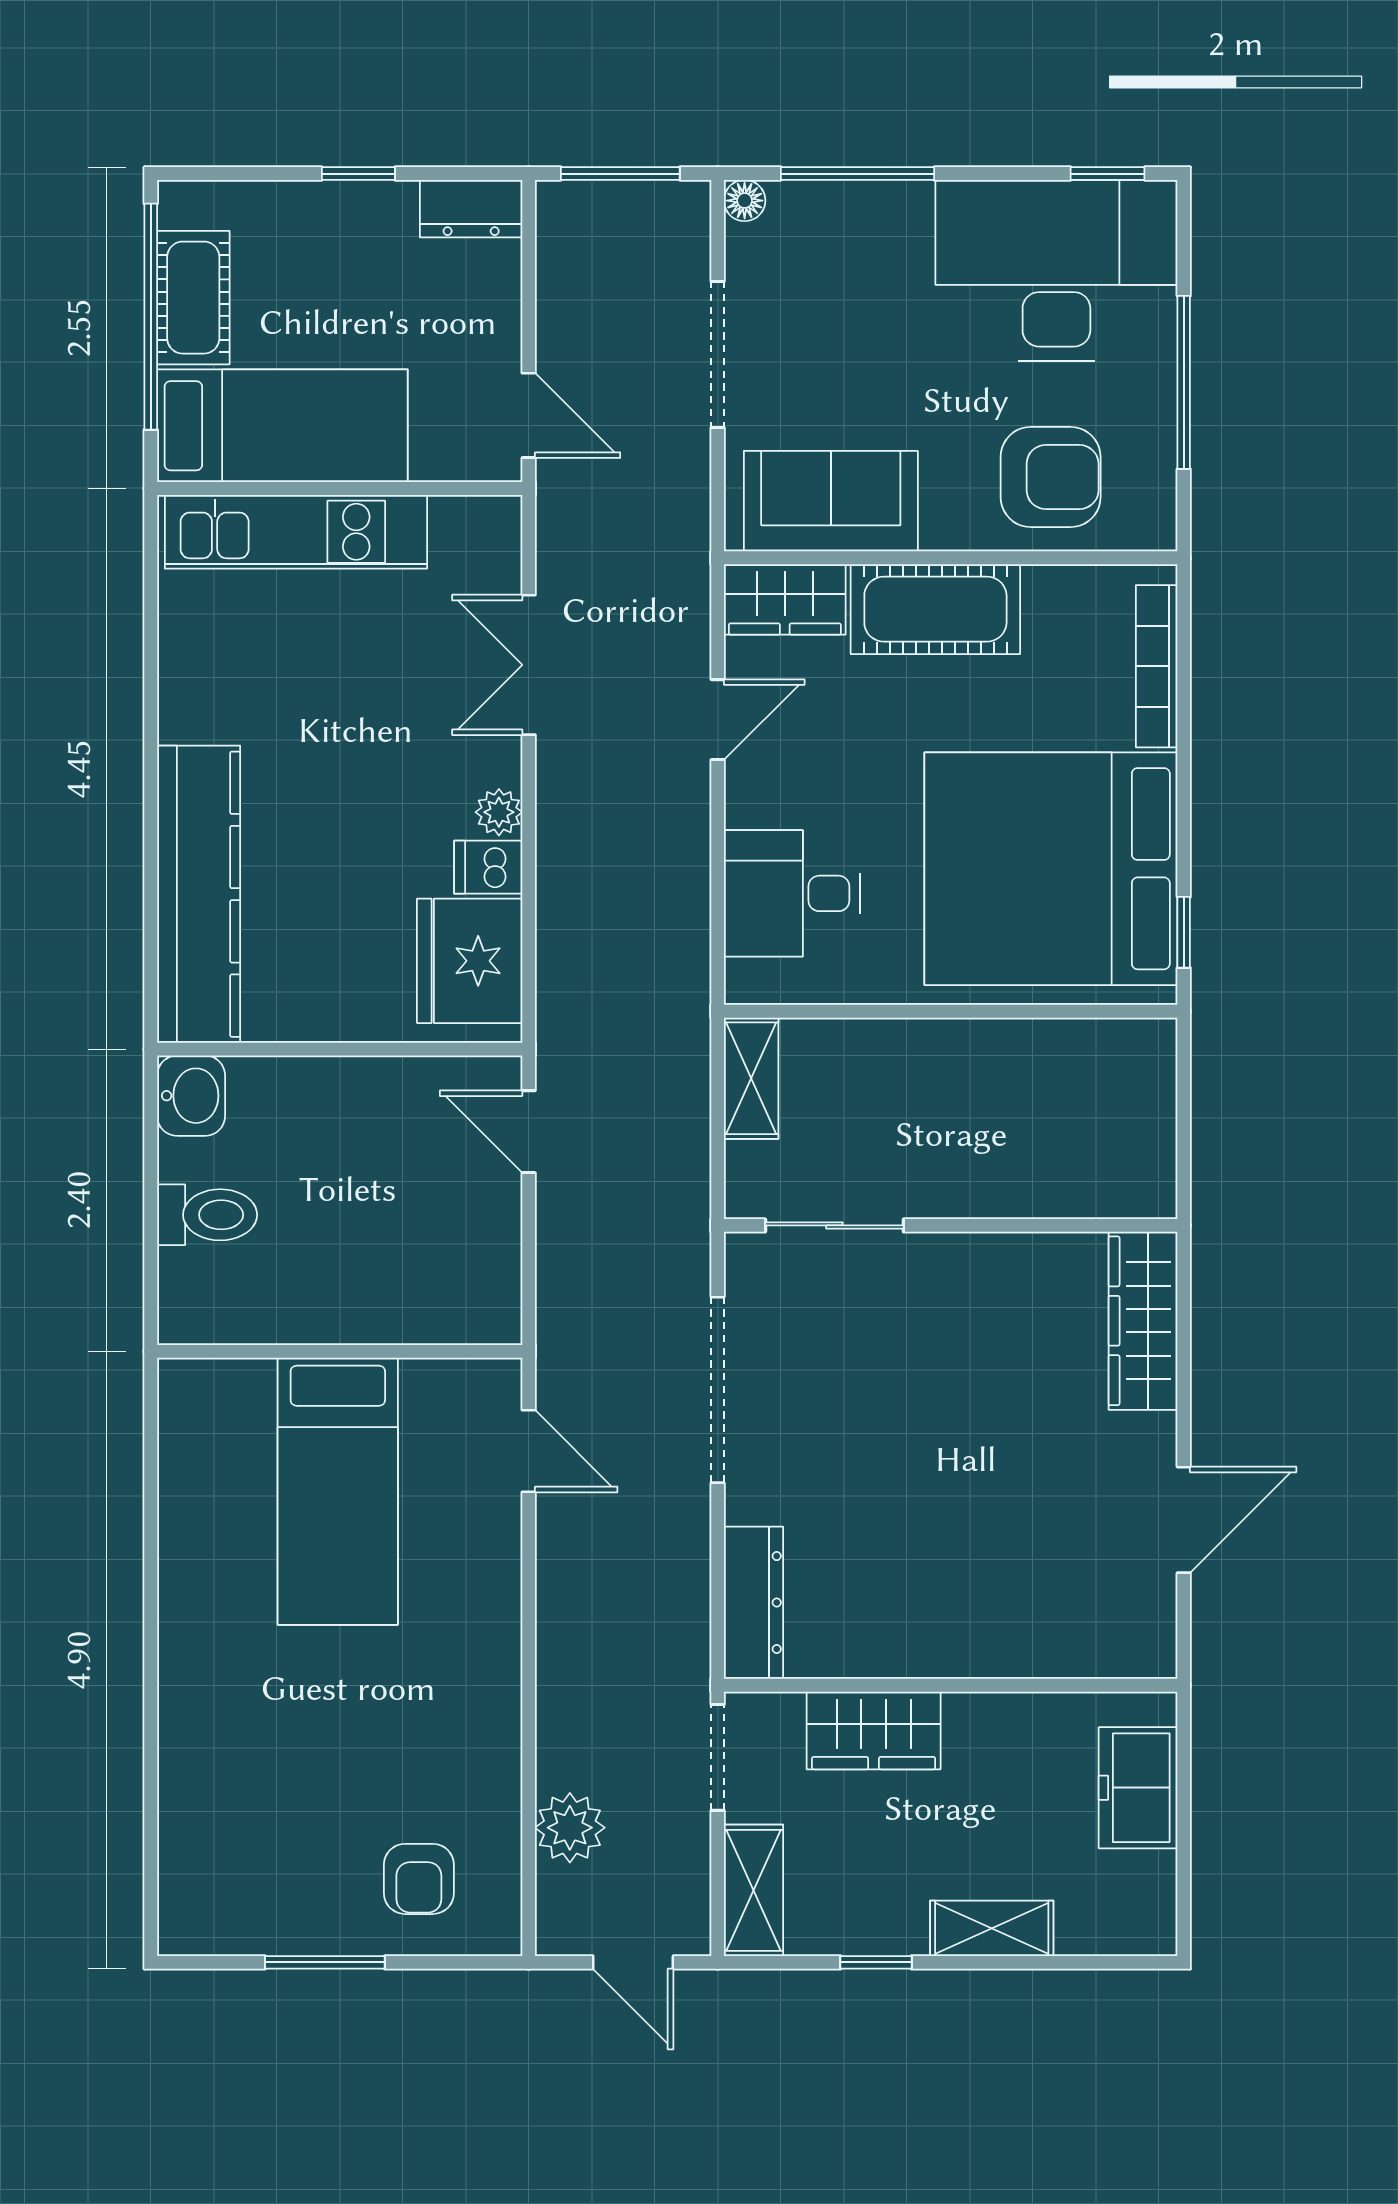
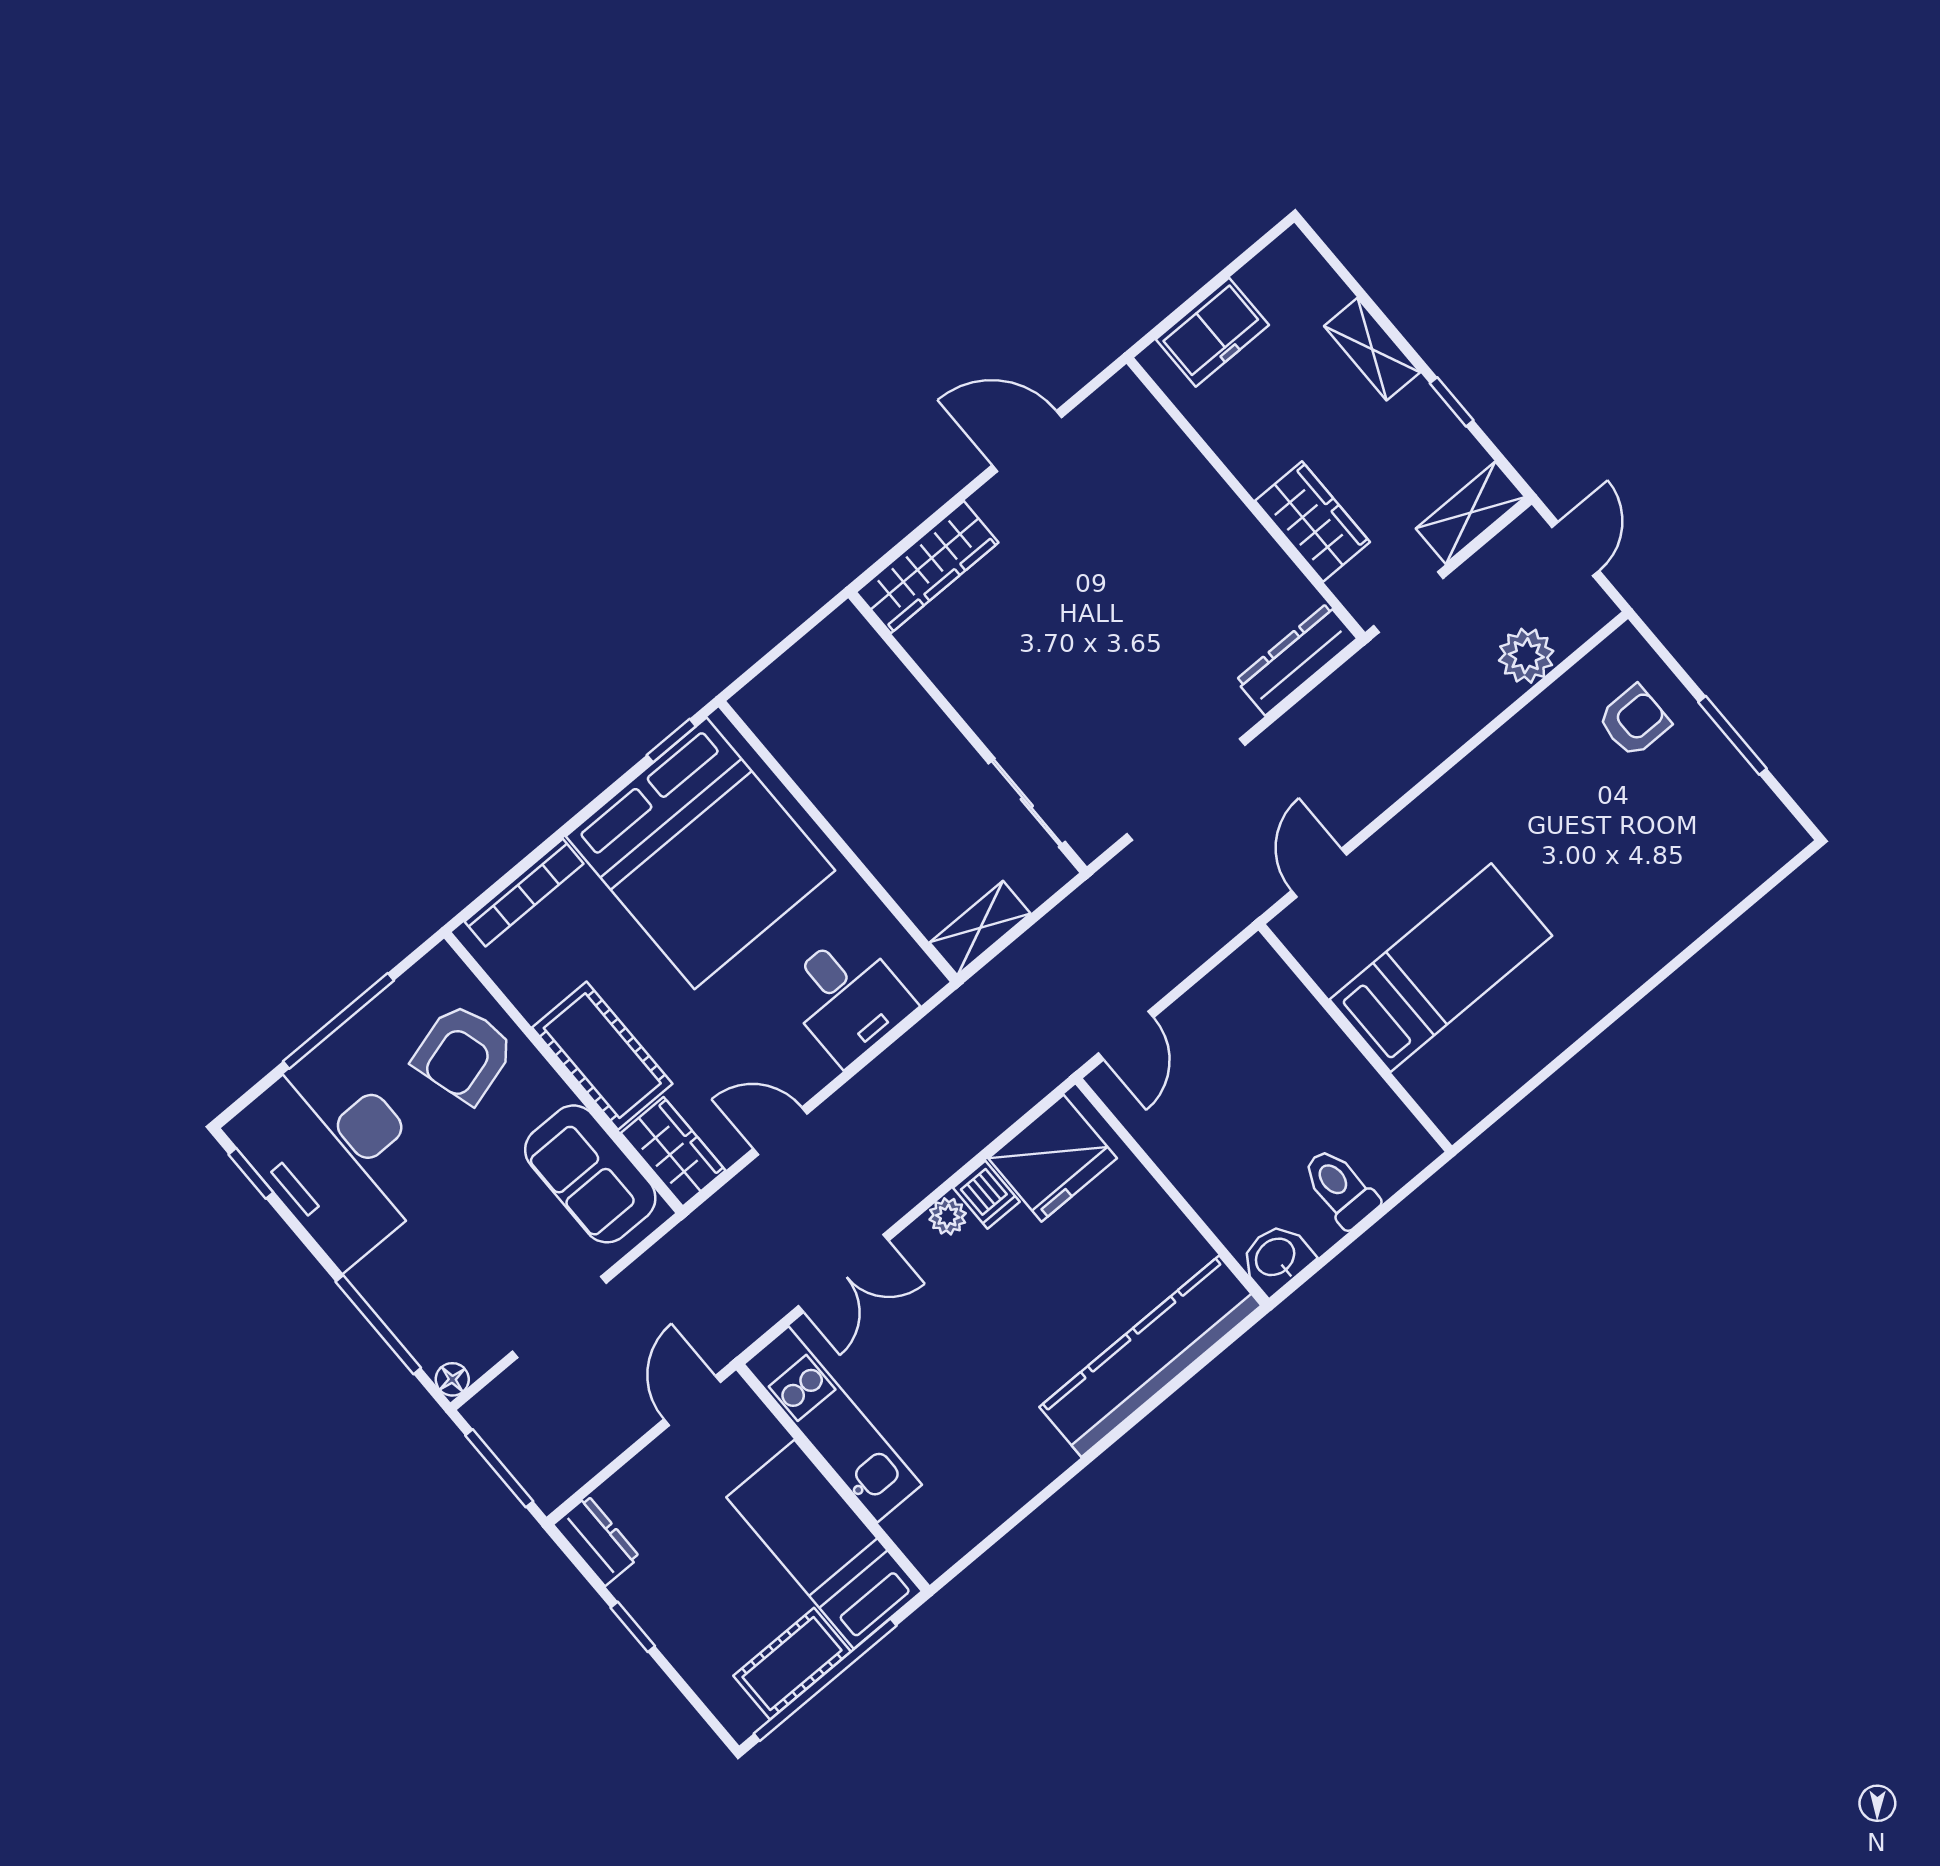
armchair: (1051, 477) -> (464, 1053), turned -106
kitchen unit: (296, 532) -> (833, 1424), moved

